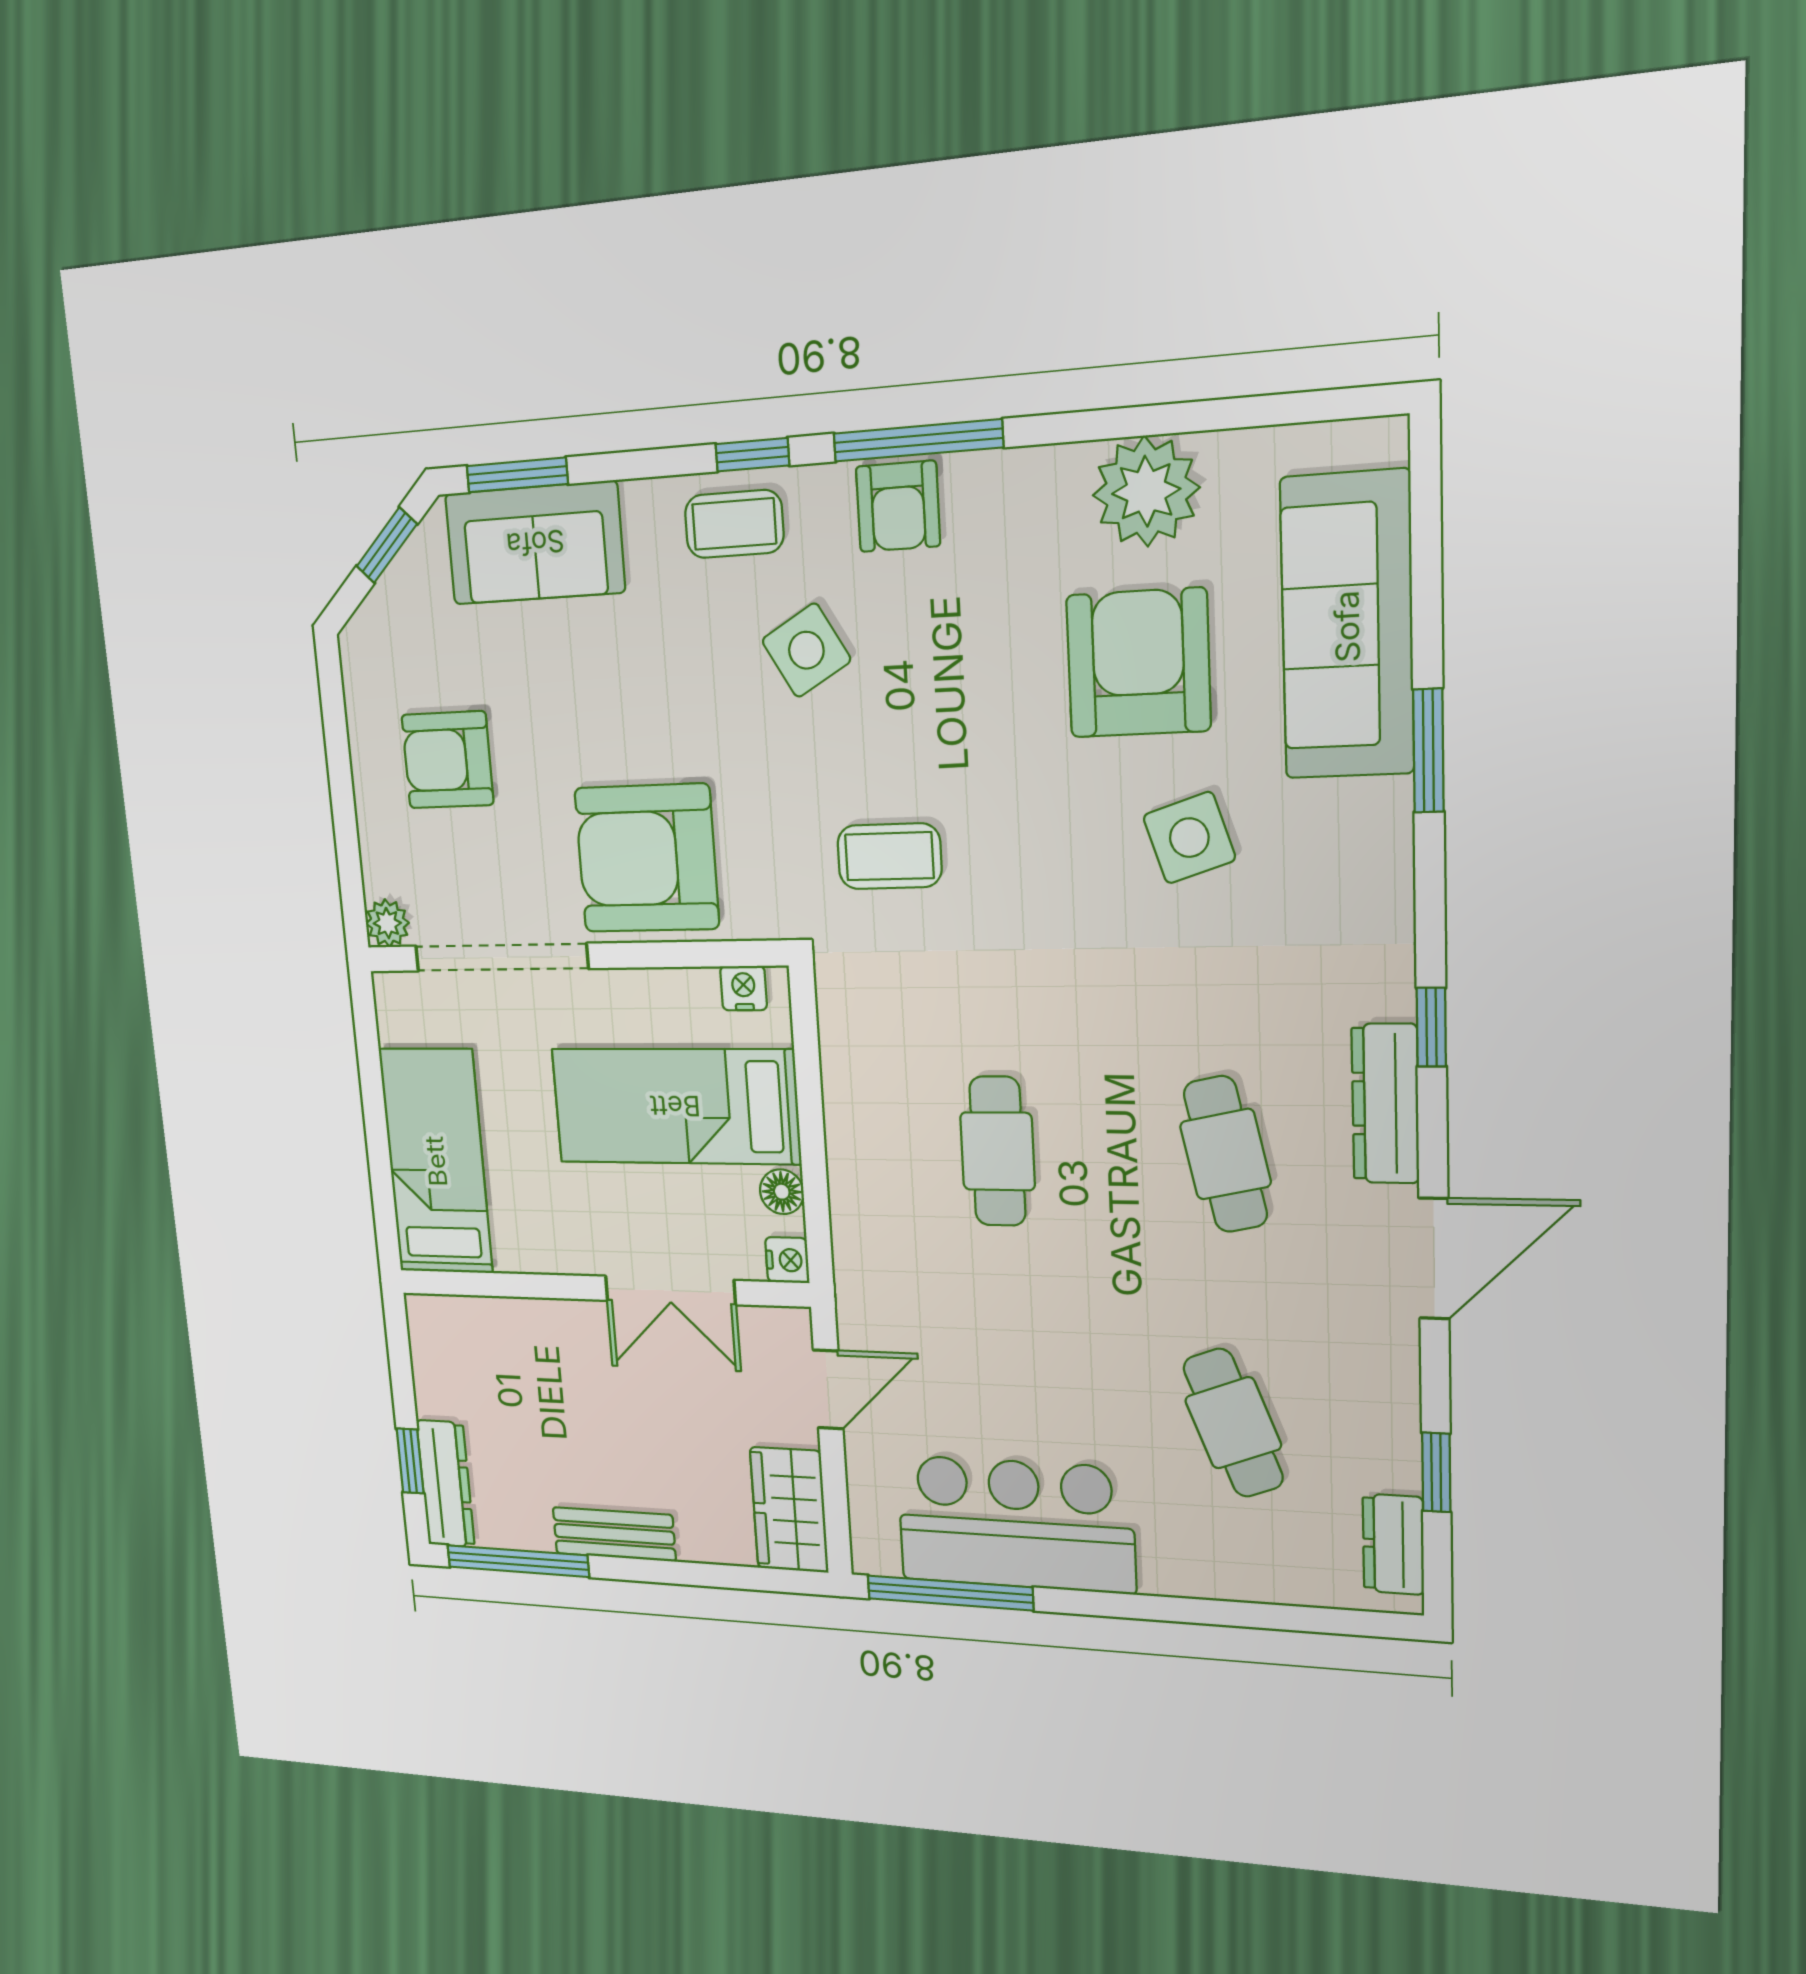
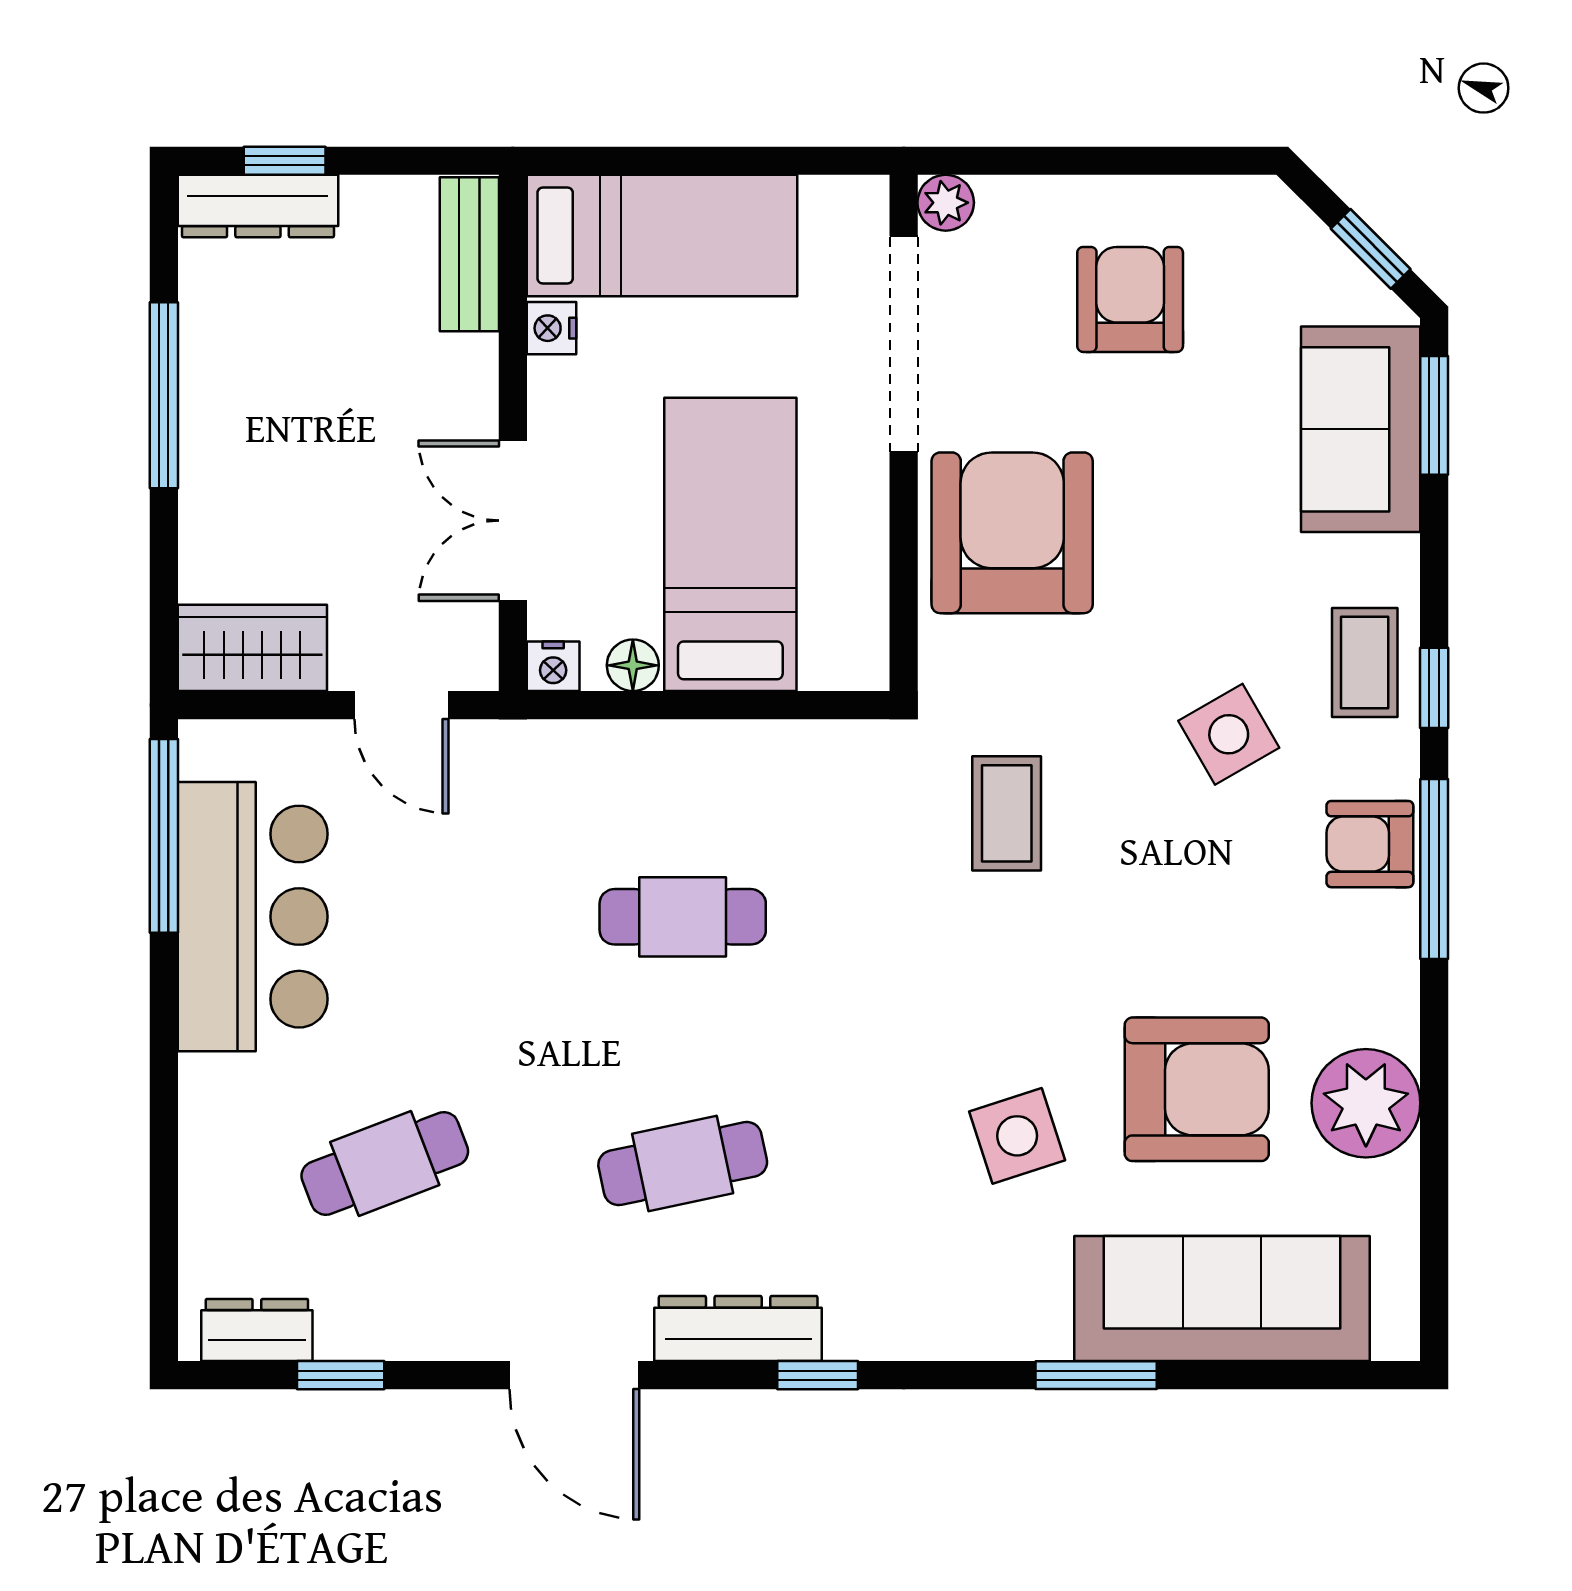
nightstand: (744, 988) -> (552, 328), moved, turned 180
bench: (614, 1534) -> (469, 254), moved
window: (518, 1561) -> (164, 395), moved

